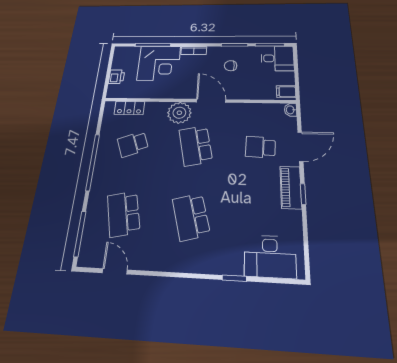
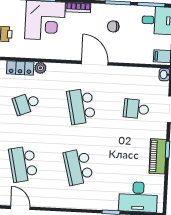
plant: (179, 113) -> (40, 68), moved, width x0.53, depth x0.53
piano: (291, 187) -> (158, 156), moved

